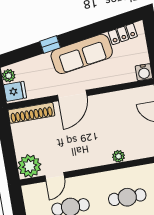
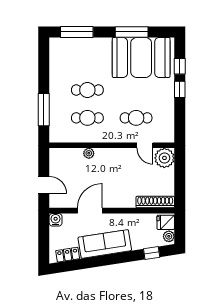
window: (50, 44) -> (152, 253), moved
door: (72, 95) -> (90, 211), moved
door: (55, 177) -> (145, 145), swing flipped

